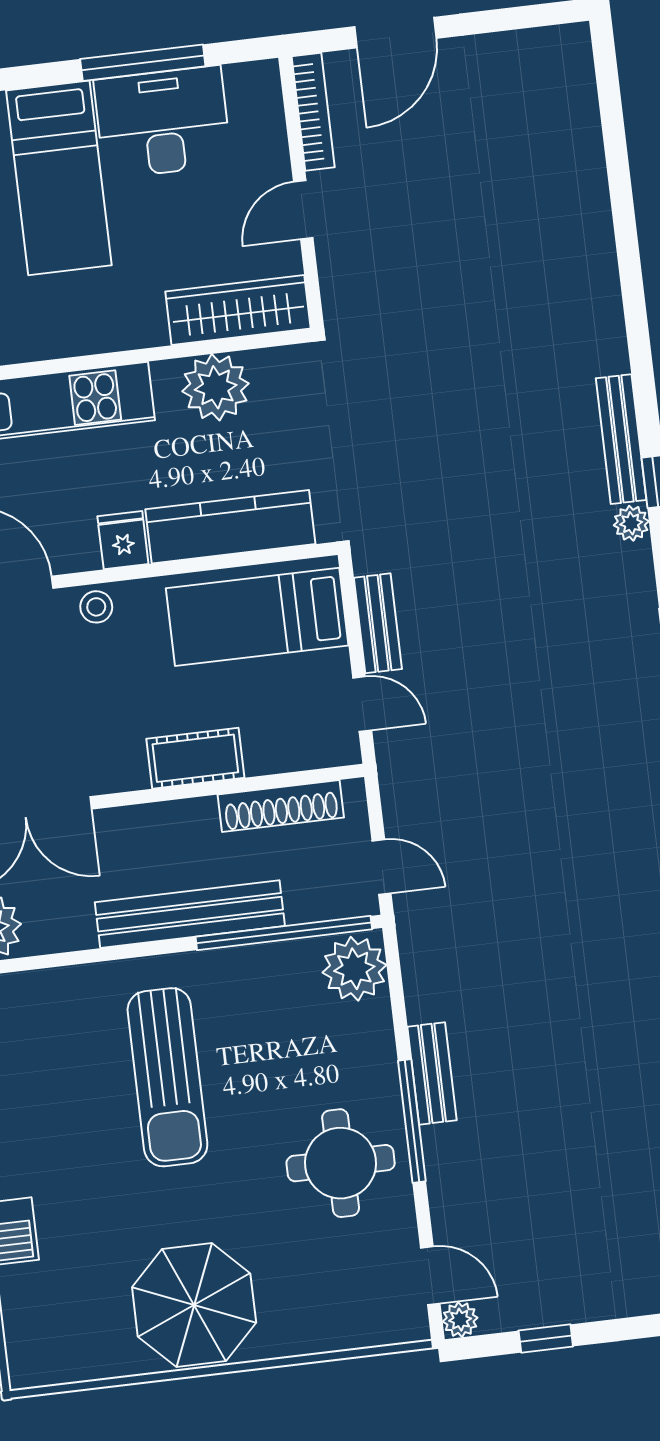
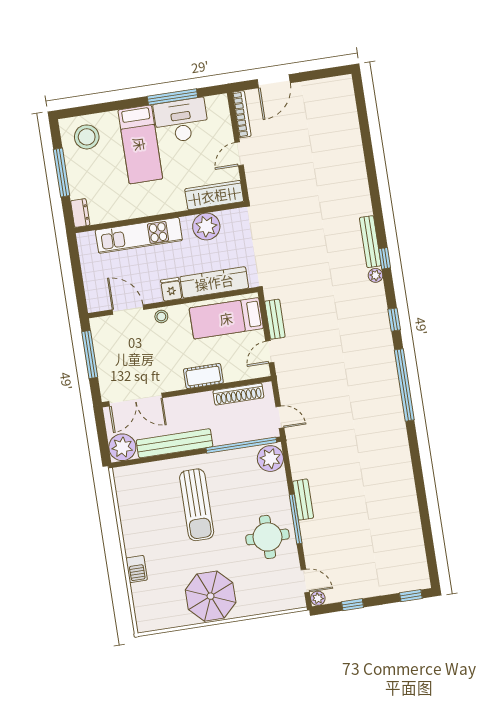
door: (362, 704) -> (270, 352), swing flipped
bench: (190, 914) -> (175, 443), moved

